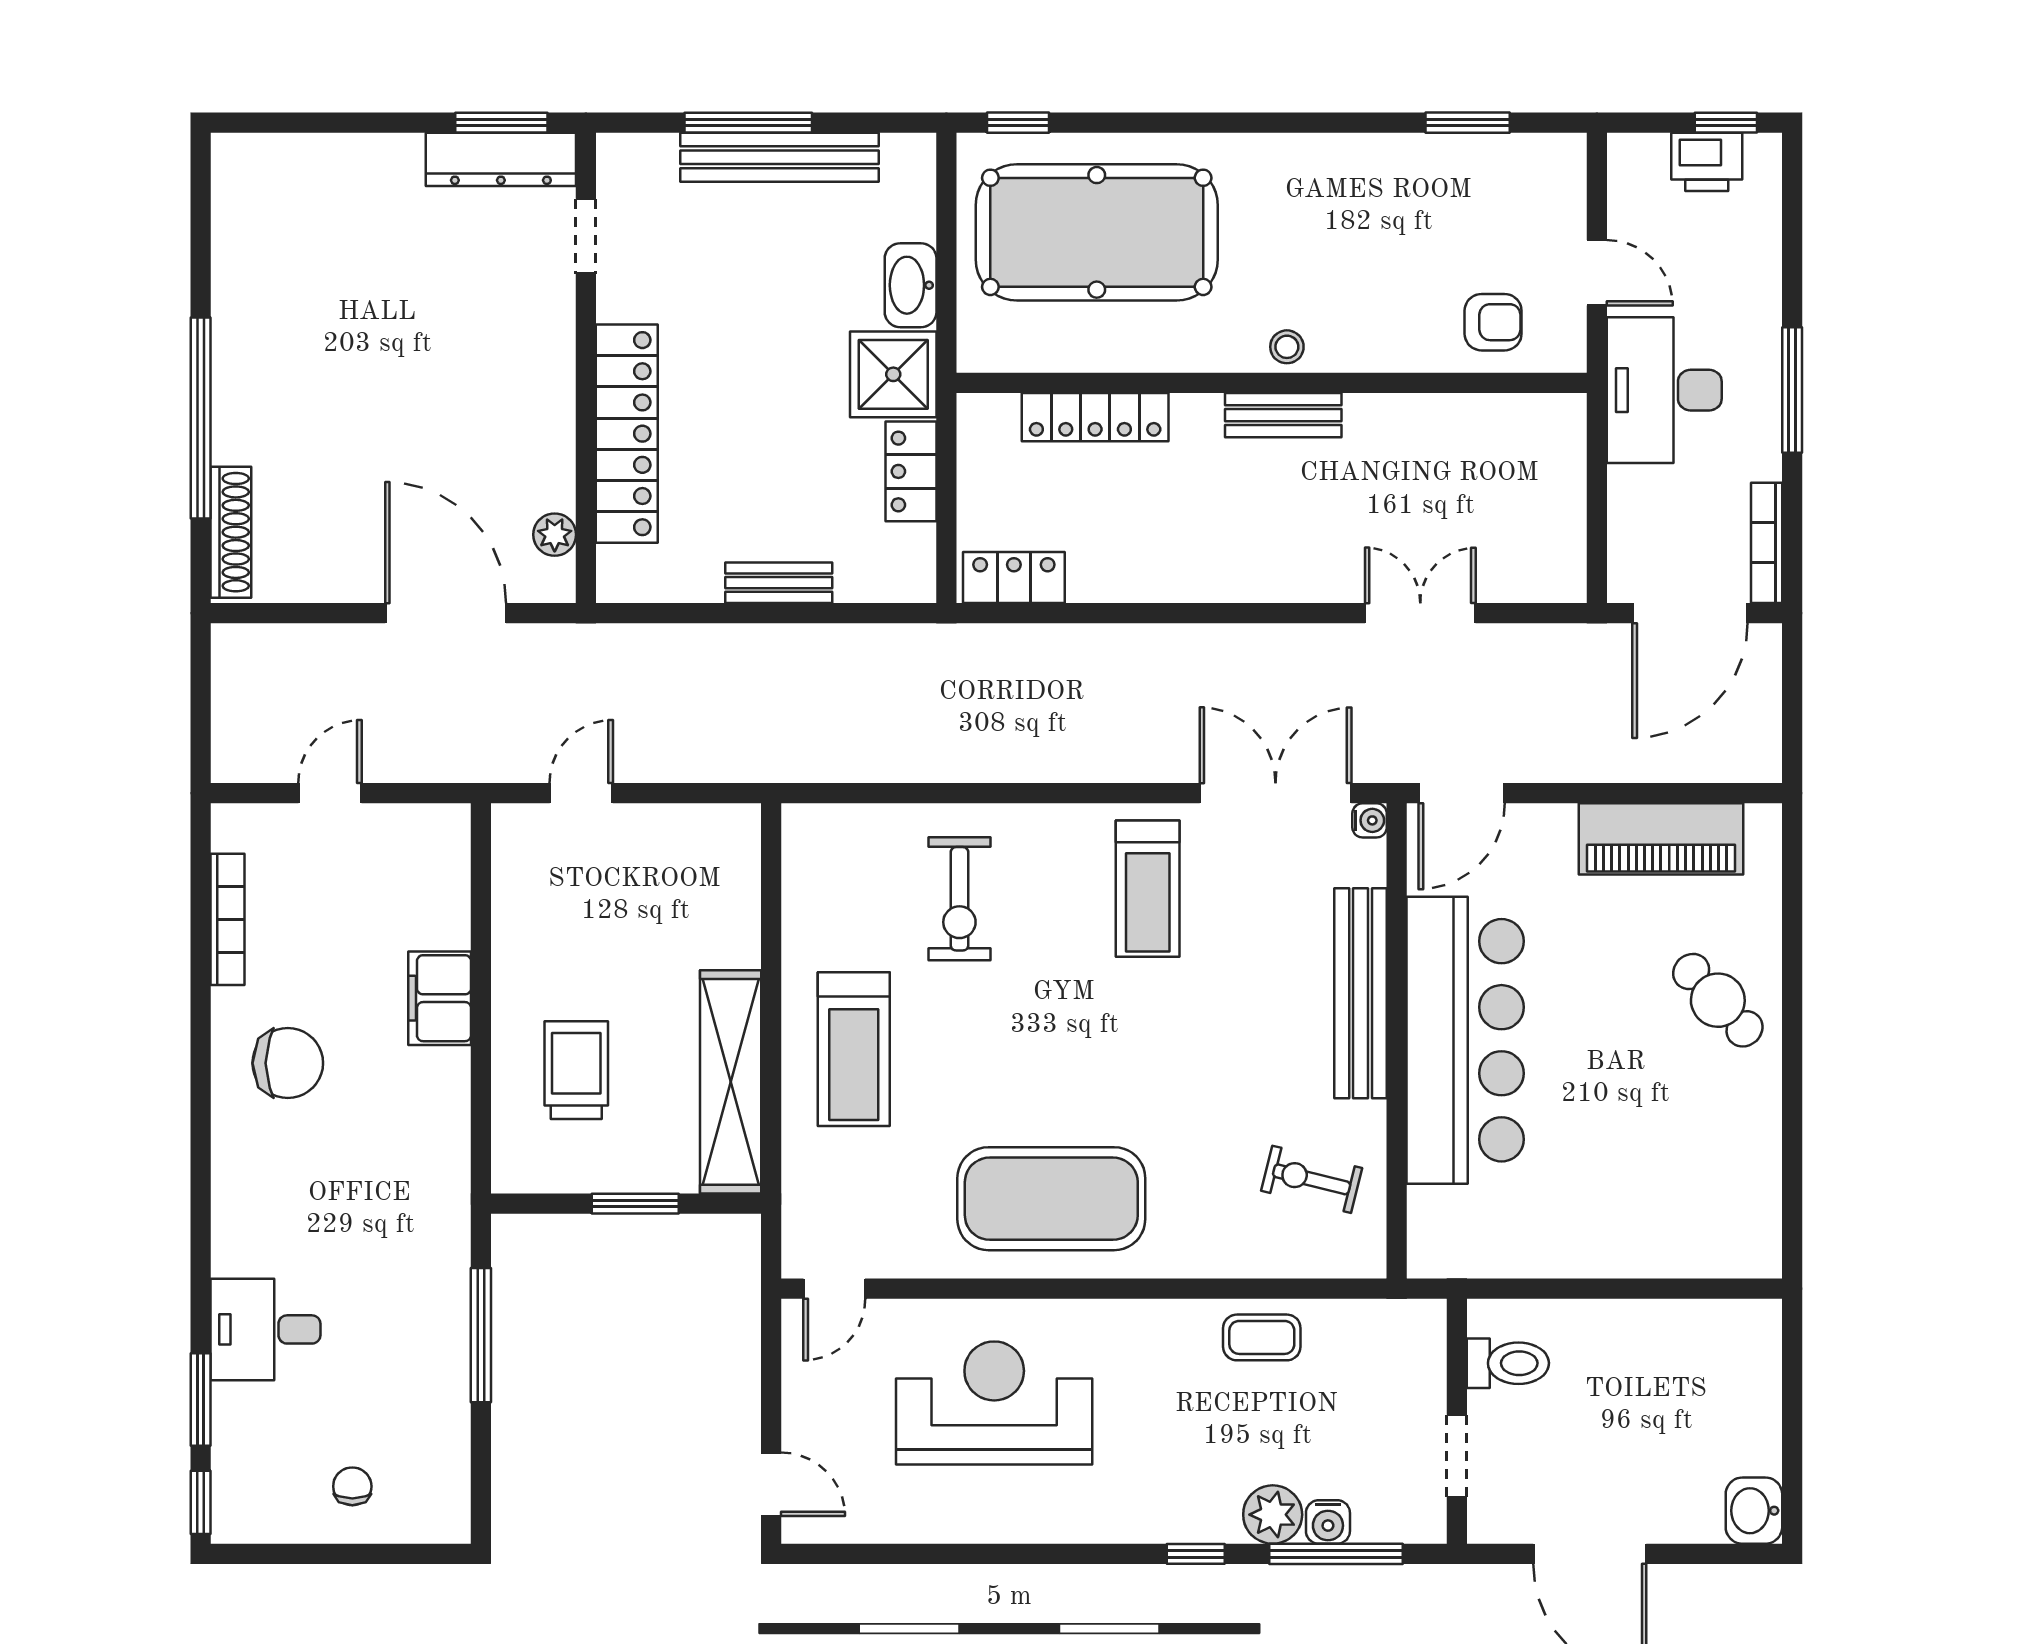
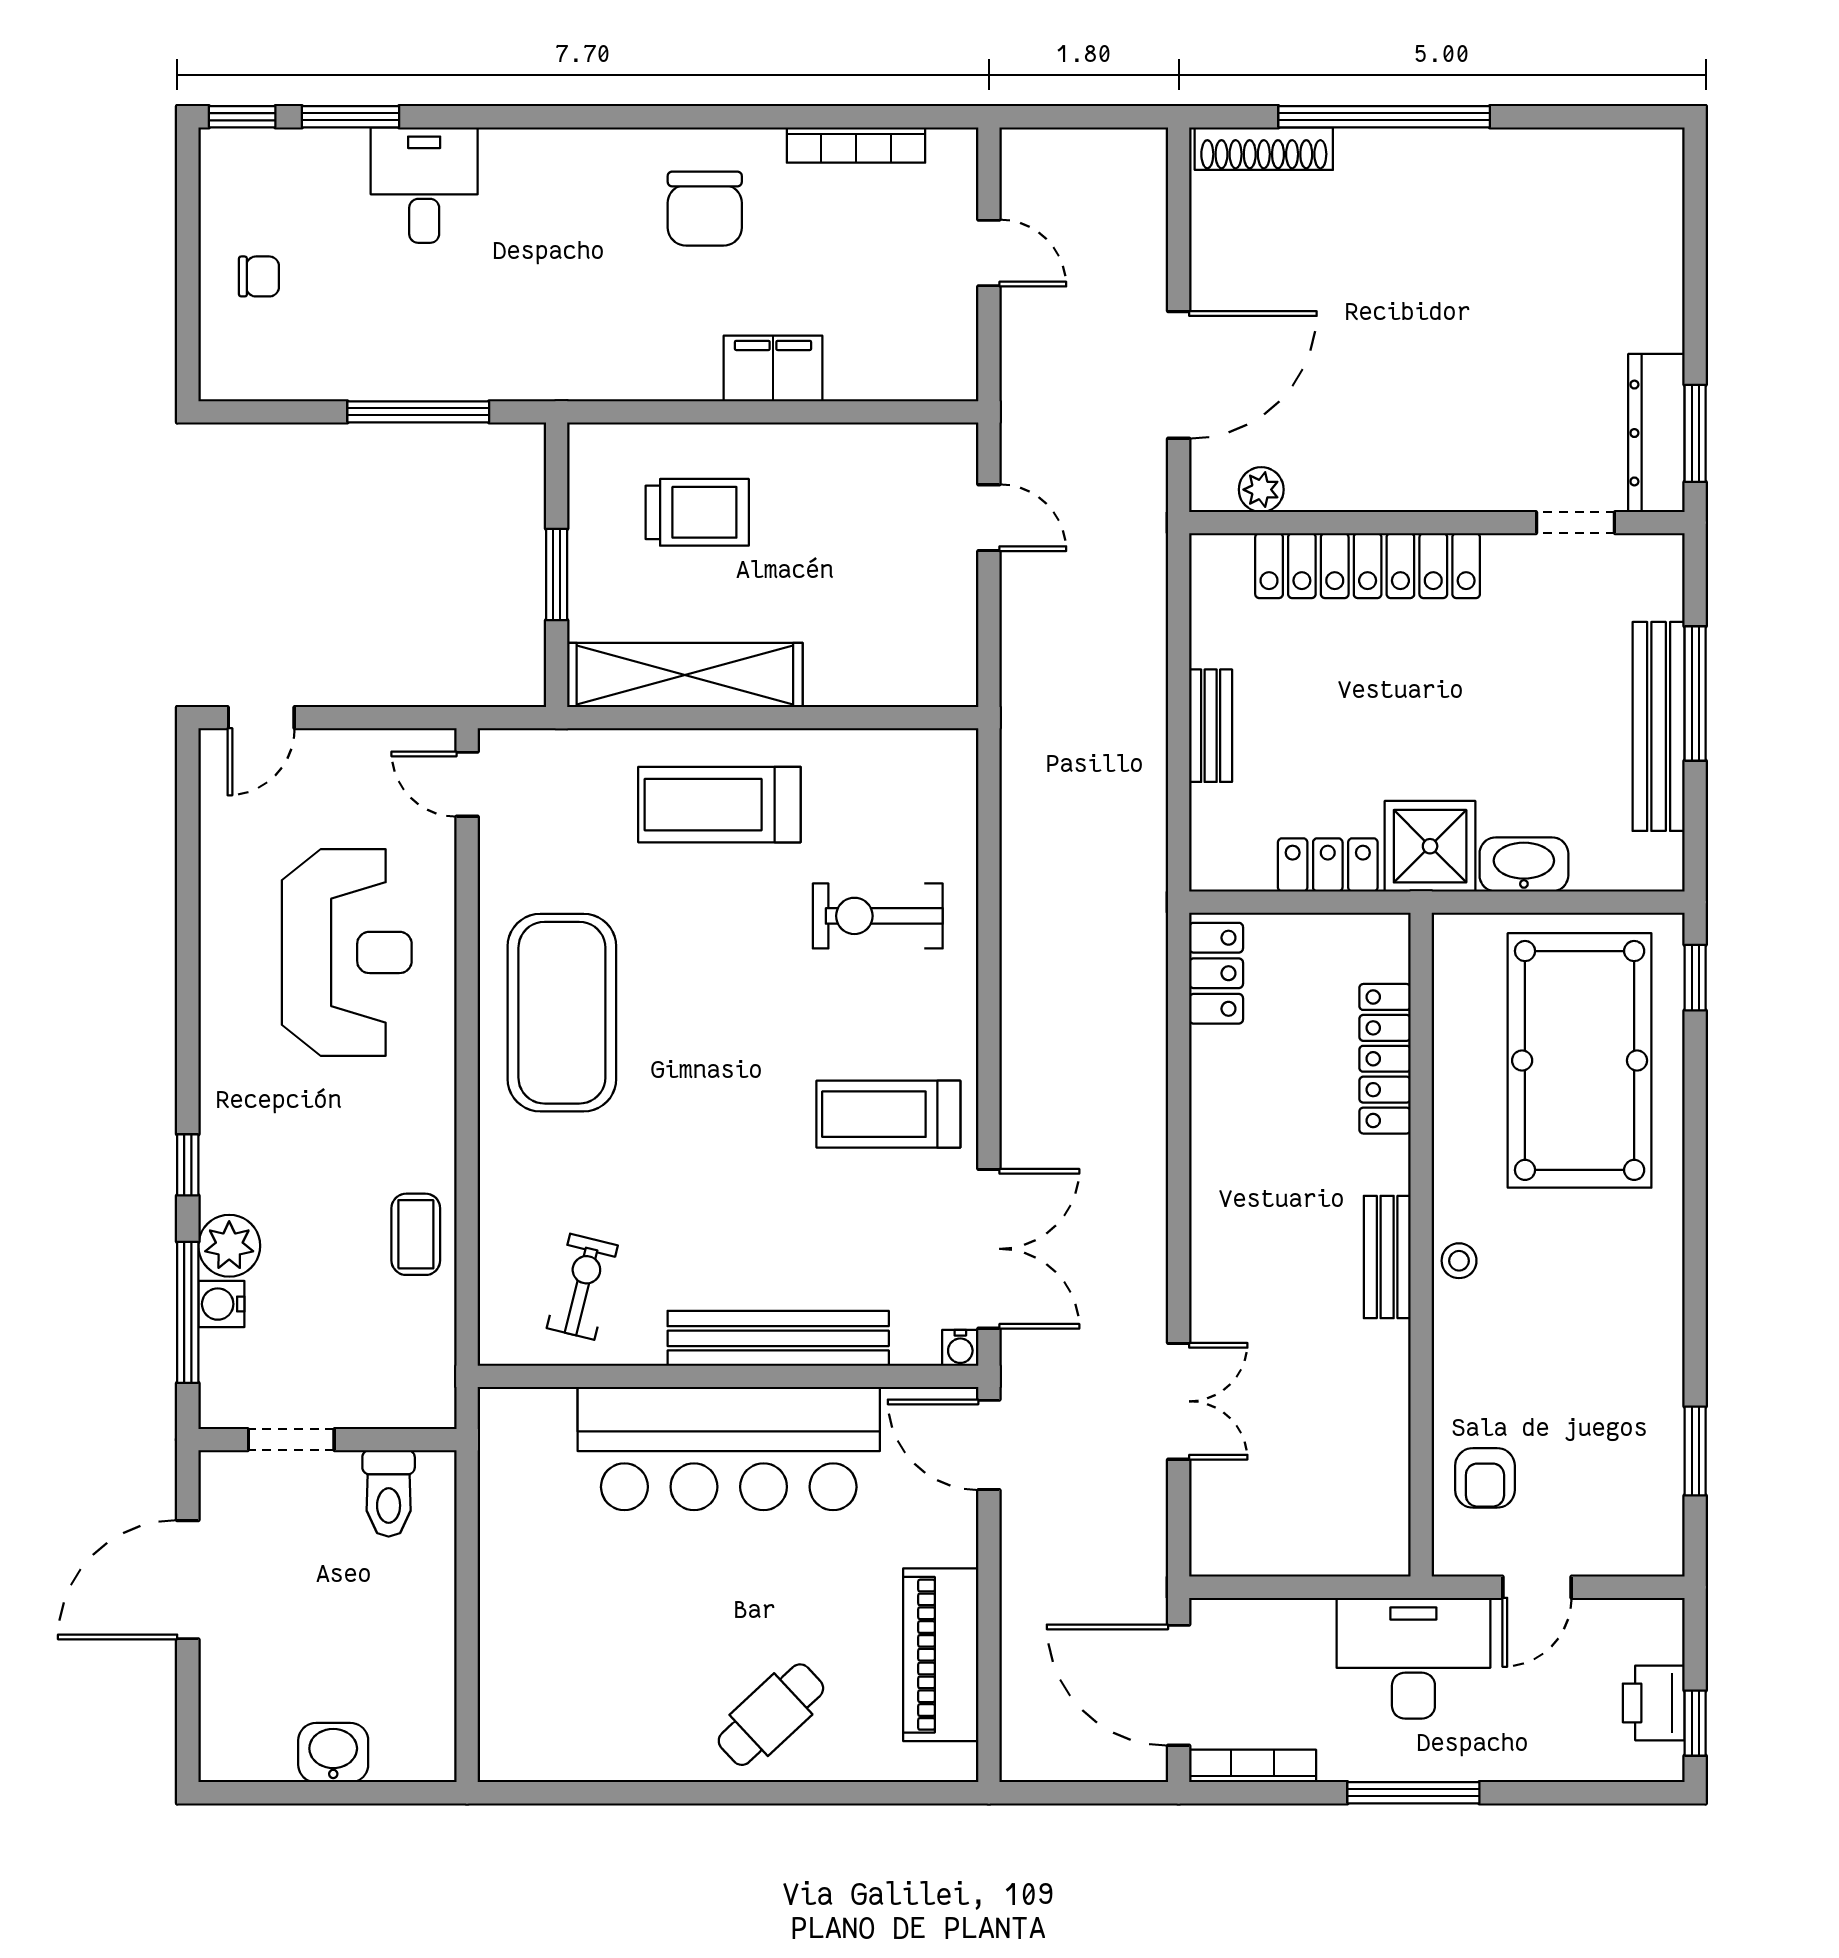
washbasin: (1754, 1511) -> (333, 1753), moved

